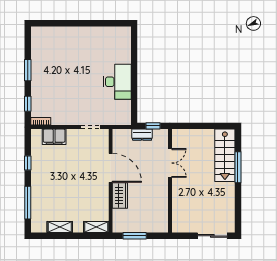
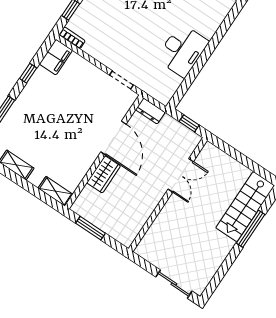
dresser: (142, 135) -> (150, 111), moved
filing cabinet: (54, 137) -> (56, 57), moved, turned -90

